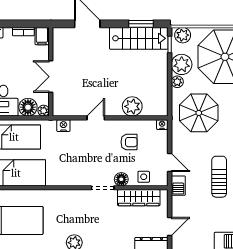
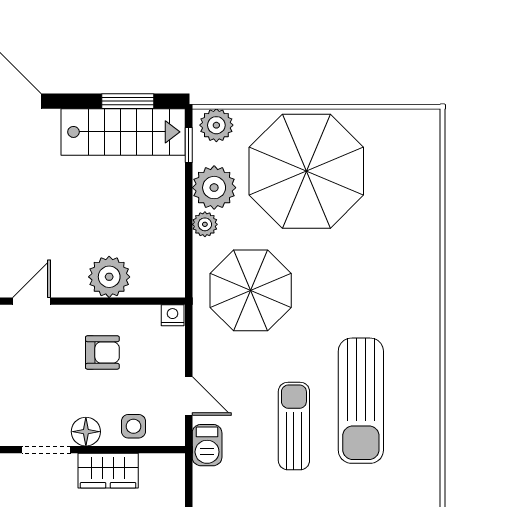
wardrobe: (139, 198) -> (108, 471), width x0.67

